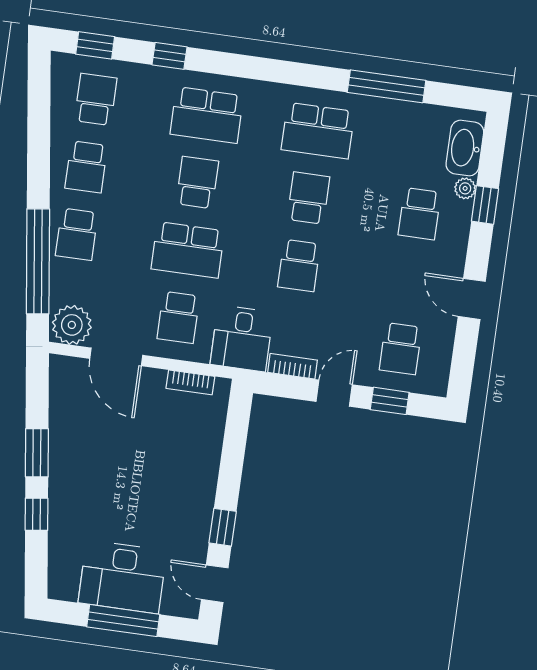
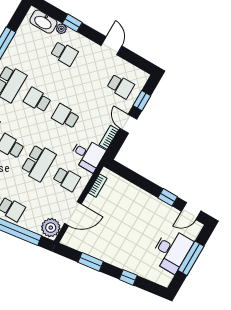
school desk: (299, 266) -> (65, 116), turned 180
door: (472, 299) -> (111, 46), swing flipped
window: (37, 453) -> (91, 262), moved

